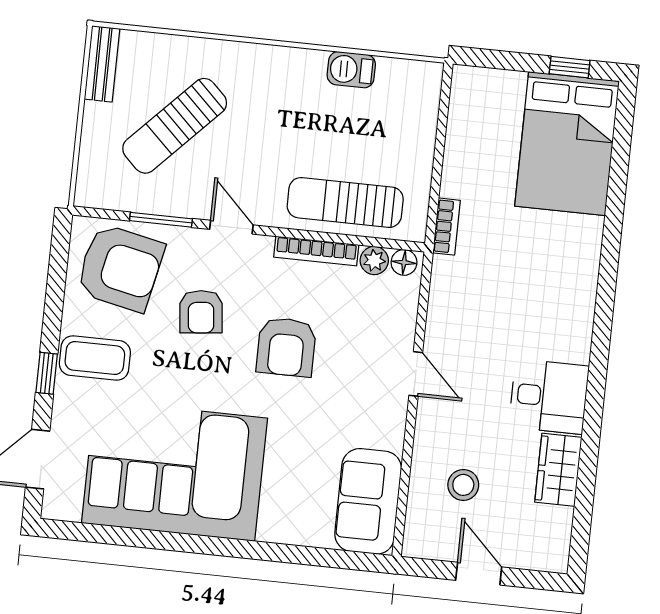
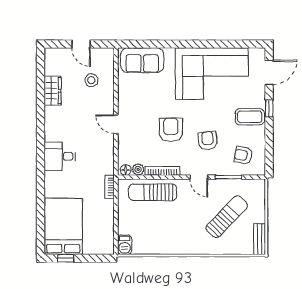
barbecue: (351, 70) -> (125, 245), moved, turned 90
sun lounger: (345, 202) -> (153, 192), turned 180
armchair: (120, 268) -> (243, 155), width x0.53, depth x0.53
desk: (549, 396) -> (60, 156), moved
sofa: (368, 501) -> (142, 60), moved, turned 90

